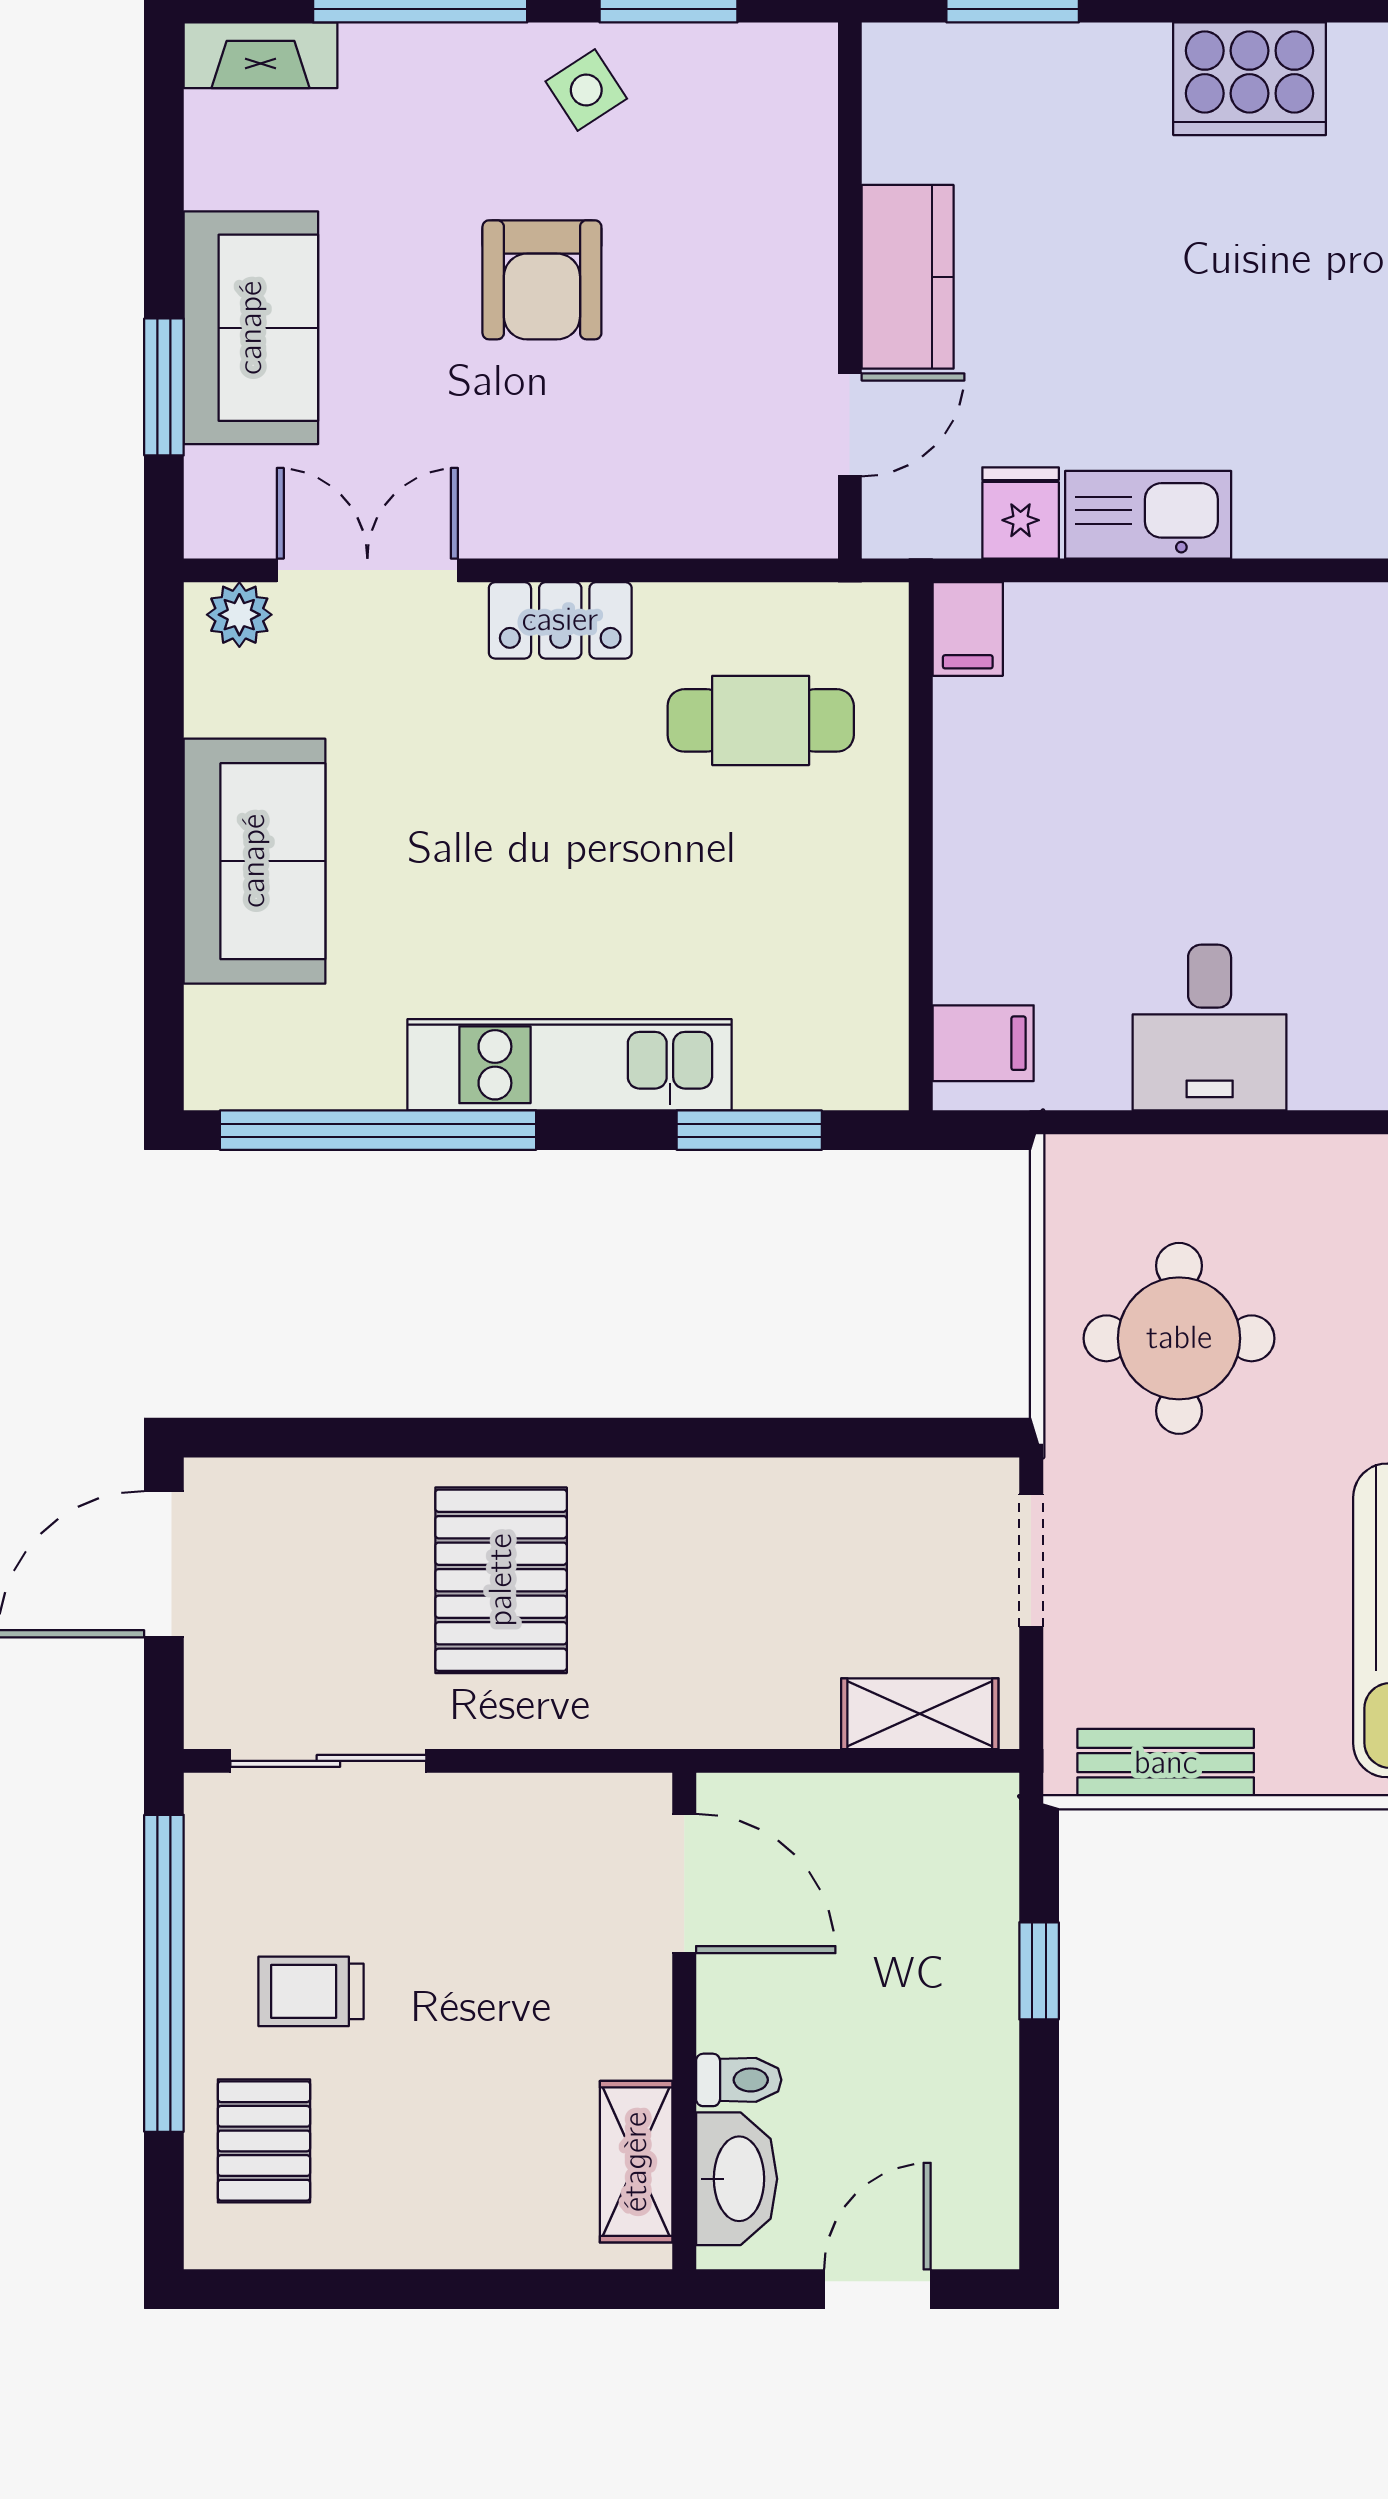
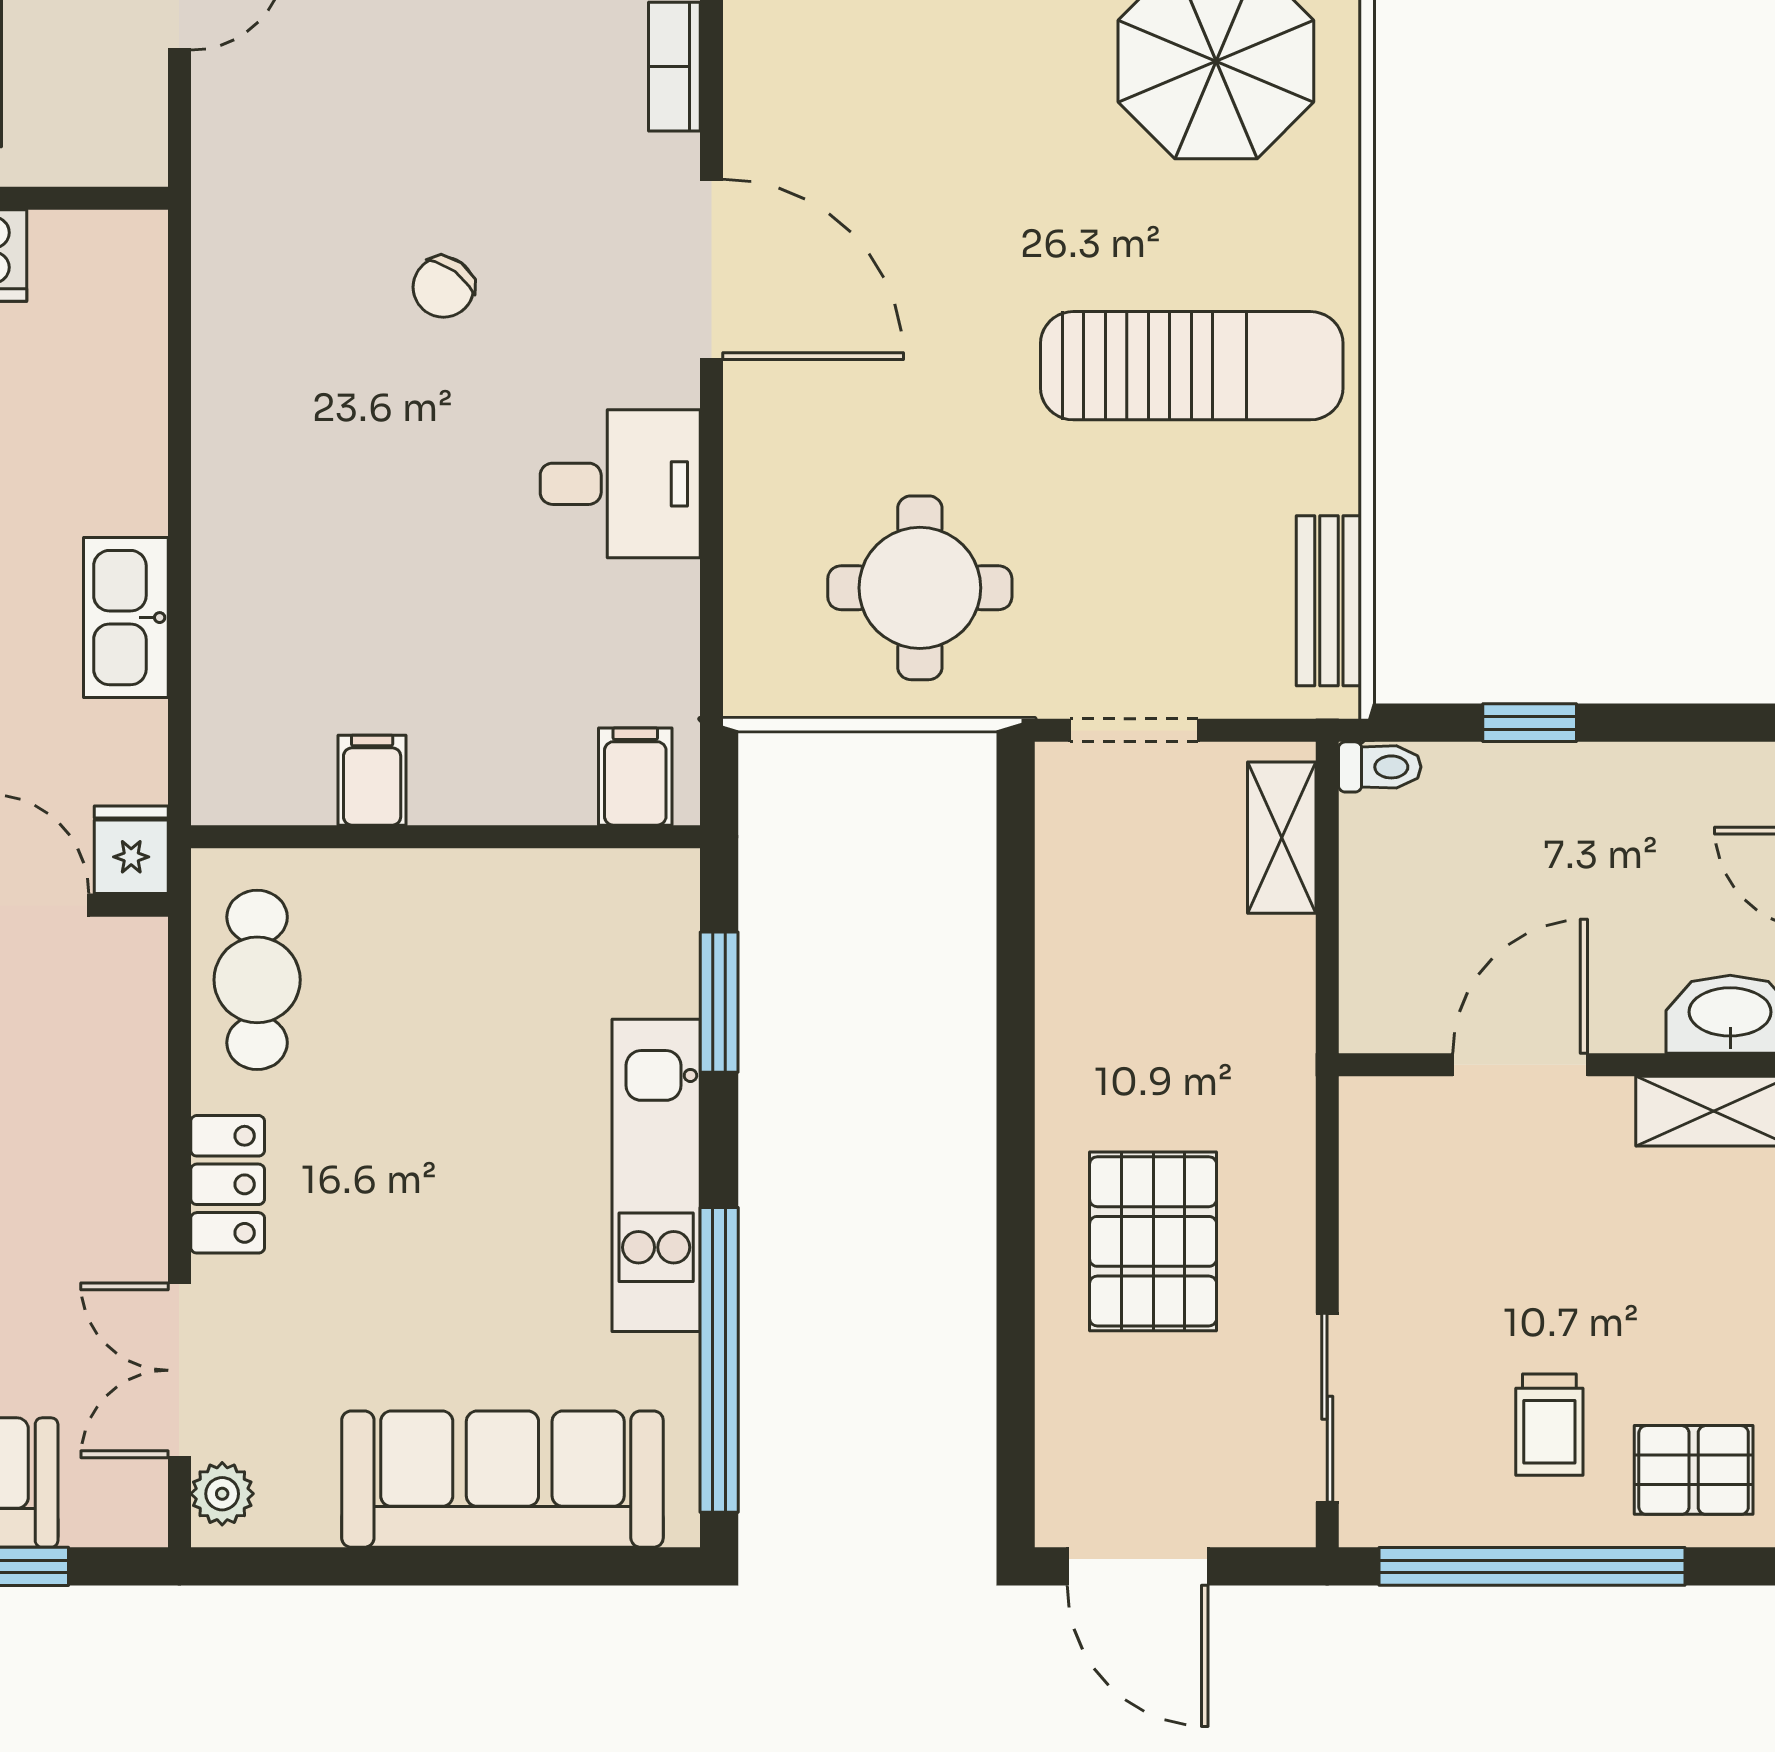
fridge: (1021, 513) -> (131, 850), moved, turned 90
filing cabinet: (968, 629) -> (372, 780), moved, turned -90
cafe table: (761, 720) -> (257, 980), moved
sofa: (254, 861) -> (502, 1479), width x1.36
desk: (1210, 1028) -> (620, 484), moved
pallet: (501, 1580) -> (1153, 1241), turned 90
door: (684, 1884) -> (1520, 1065), moved
toilet: (739, 2080) -> (1380, 767), moved, turned 90

